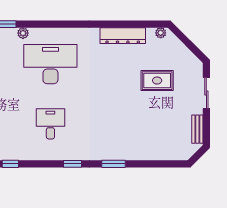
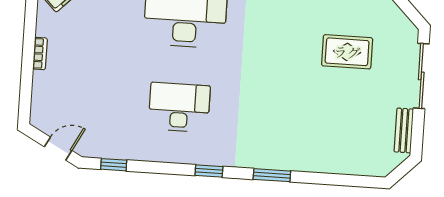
sliding door: (206, 93) -> (421, 76), width x1.37
desk: (50, 124) -> (179, 107), width x1.37

